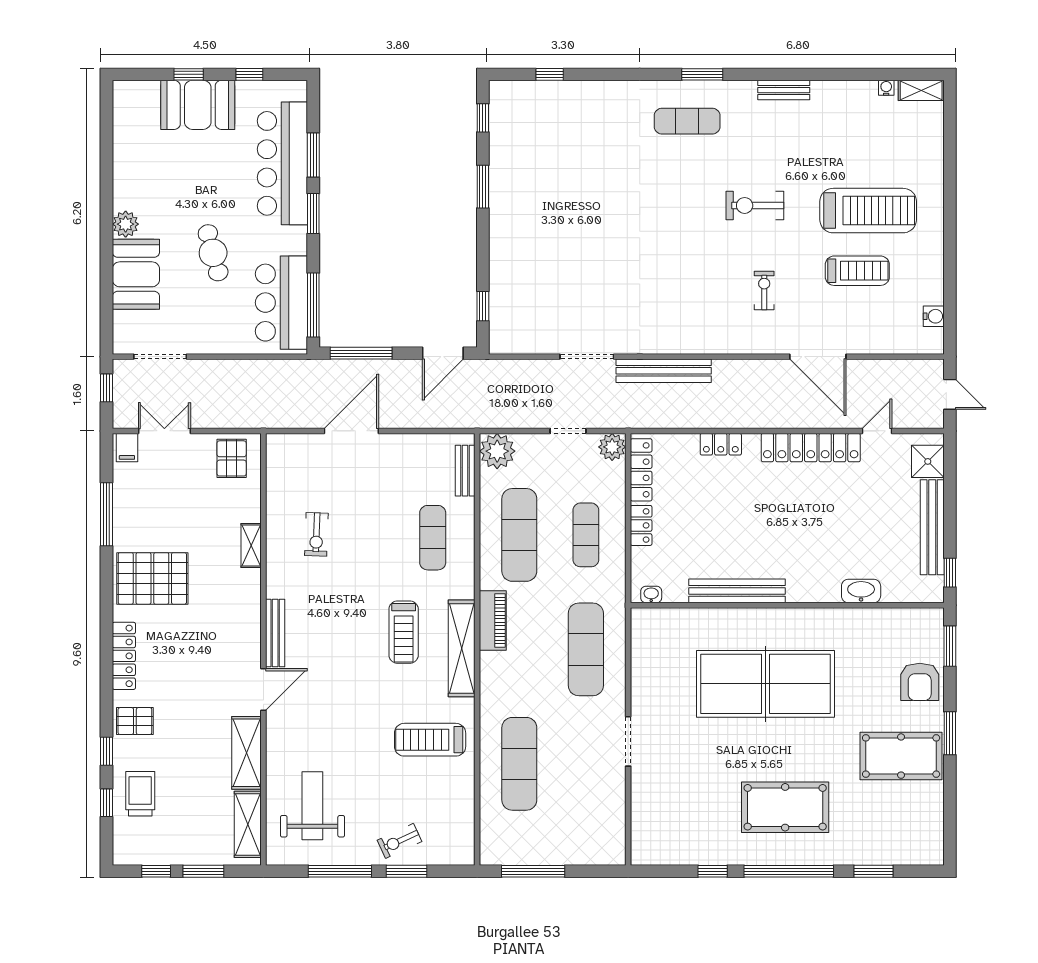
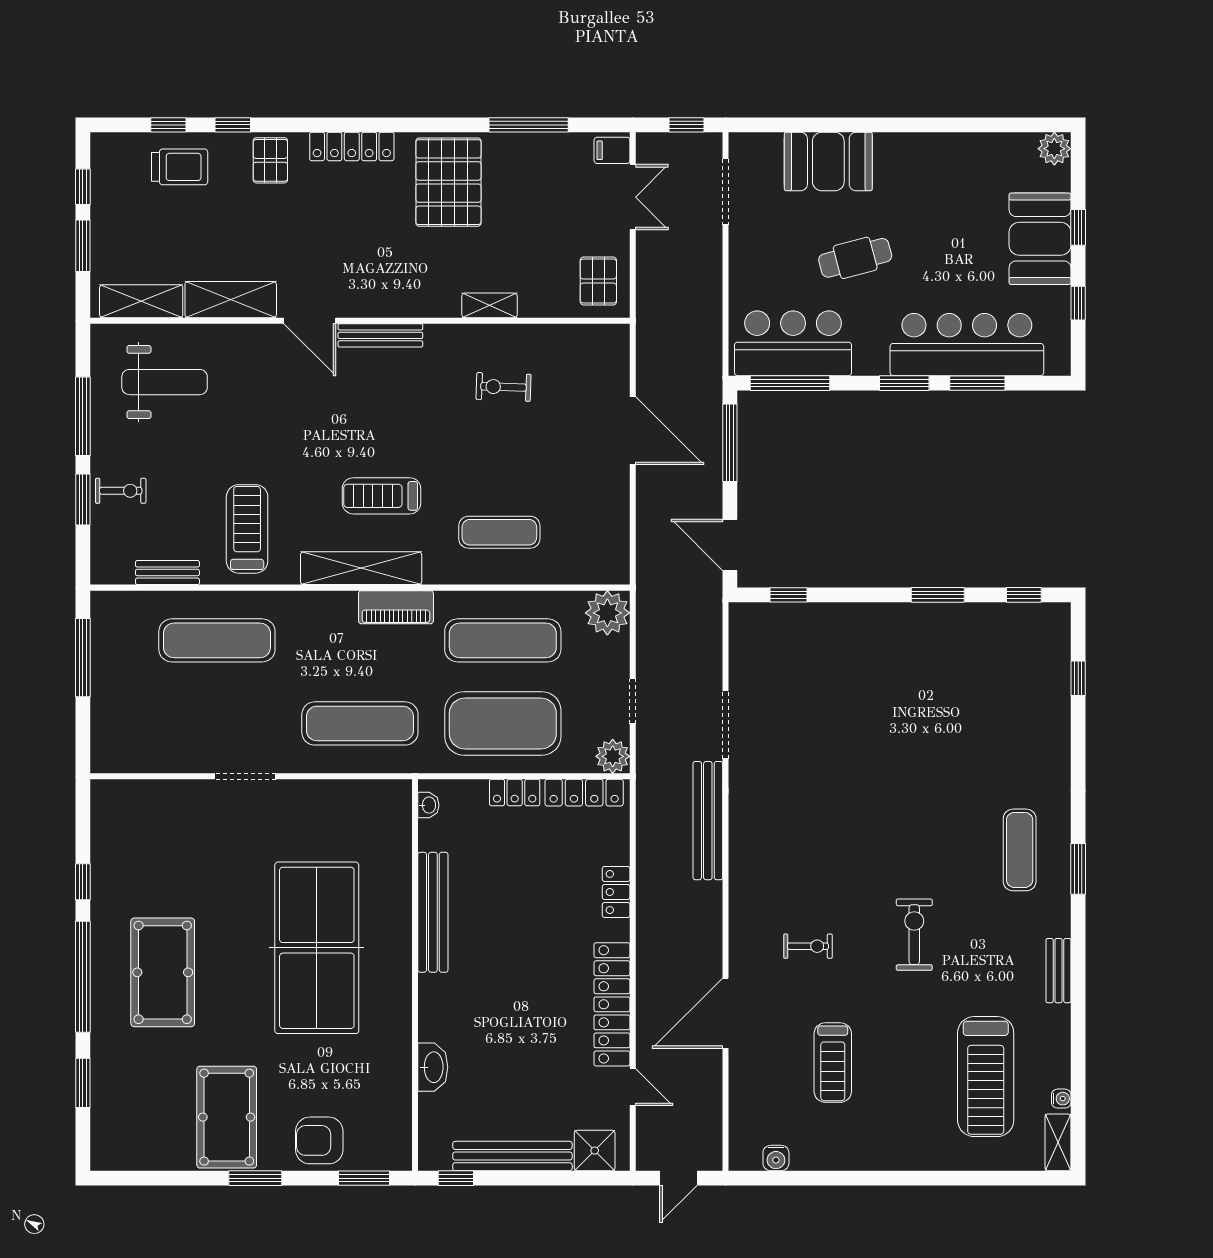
treadmill: (868, 211) -> (986, 1077), moved
plant: (126, 224) -> (1054, 149), moved
pallet: (232, 458) -> (598, 281), turned 90
bench: (465, 471) -> (167, 573), moved
exercise mat: (586, 535) -> (503, 723), width x2.00, depth x1.45
exercise bike: (400, 841) -> (121, 491), turned 115

